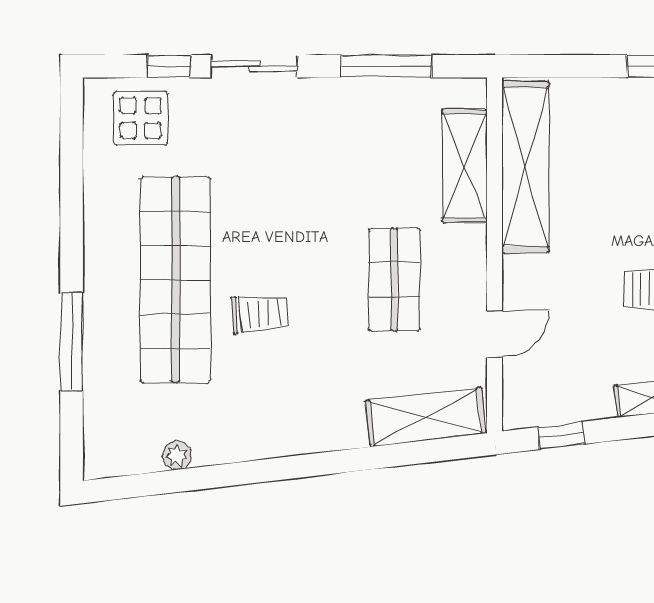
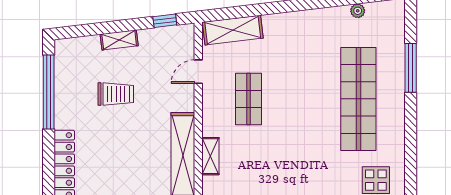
shelving: (465, 166) -> (210, 156), width x0.67, depth x0.75
trolley: (260, 314) -> (316, 82), removed

